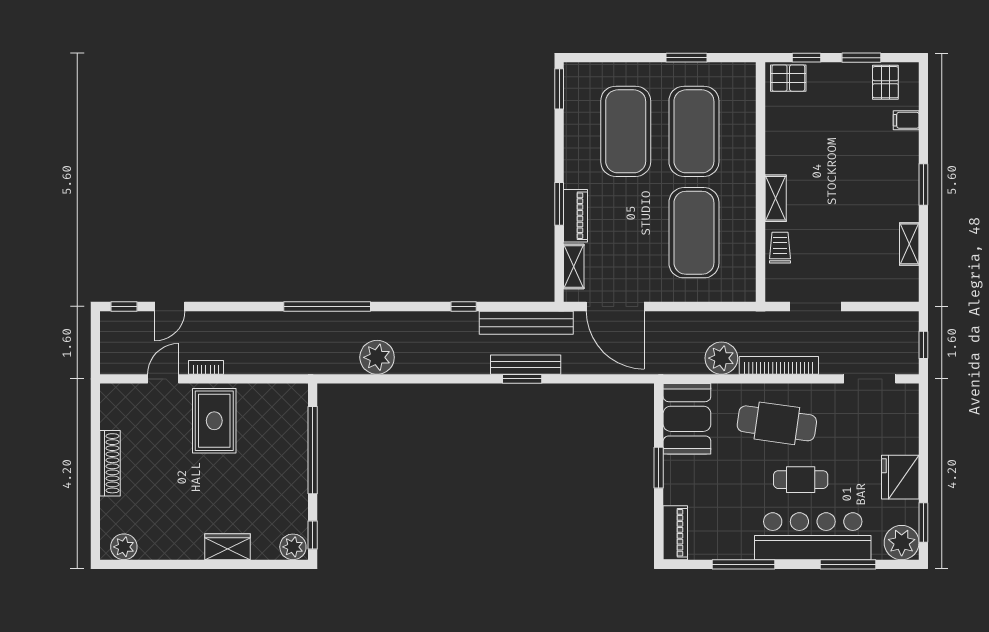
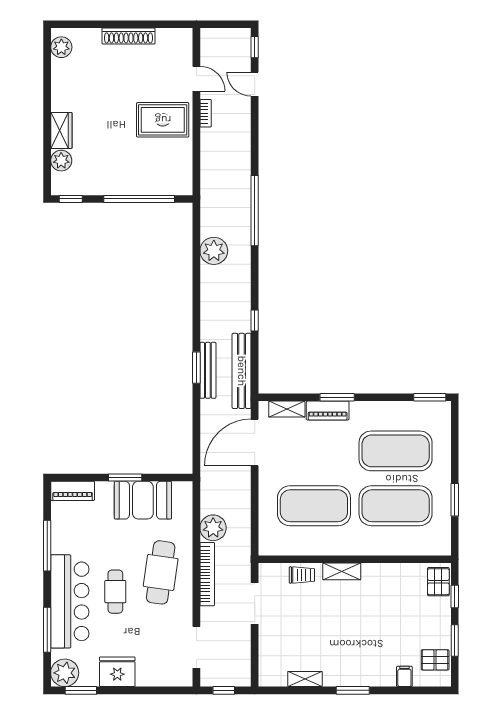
booth: (687, 419) -> (143, 500), moved
plant: (293, 547) -> (61, 161), moved

